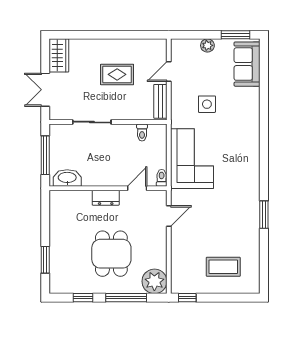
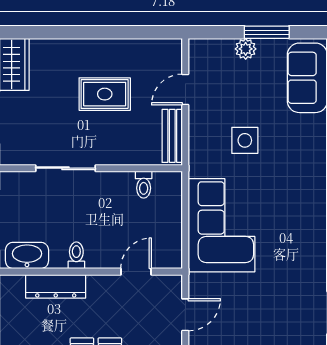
window: (235, 35) -> (267, 32), moved
toilet: (162, 178) -> (76, 255), moved
dresser: (106, 198) -> (56, 286), moved, width x1.44

